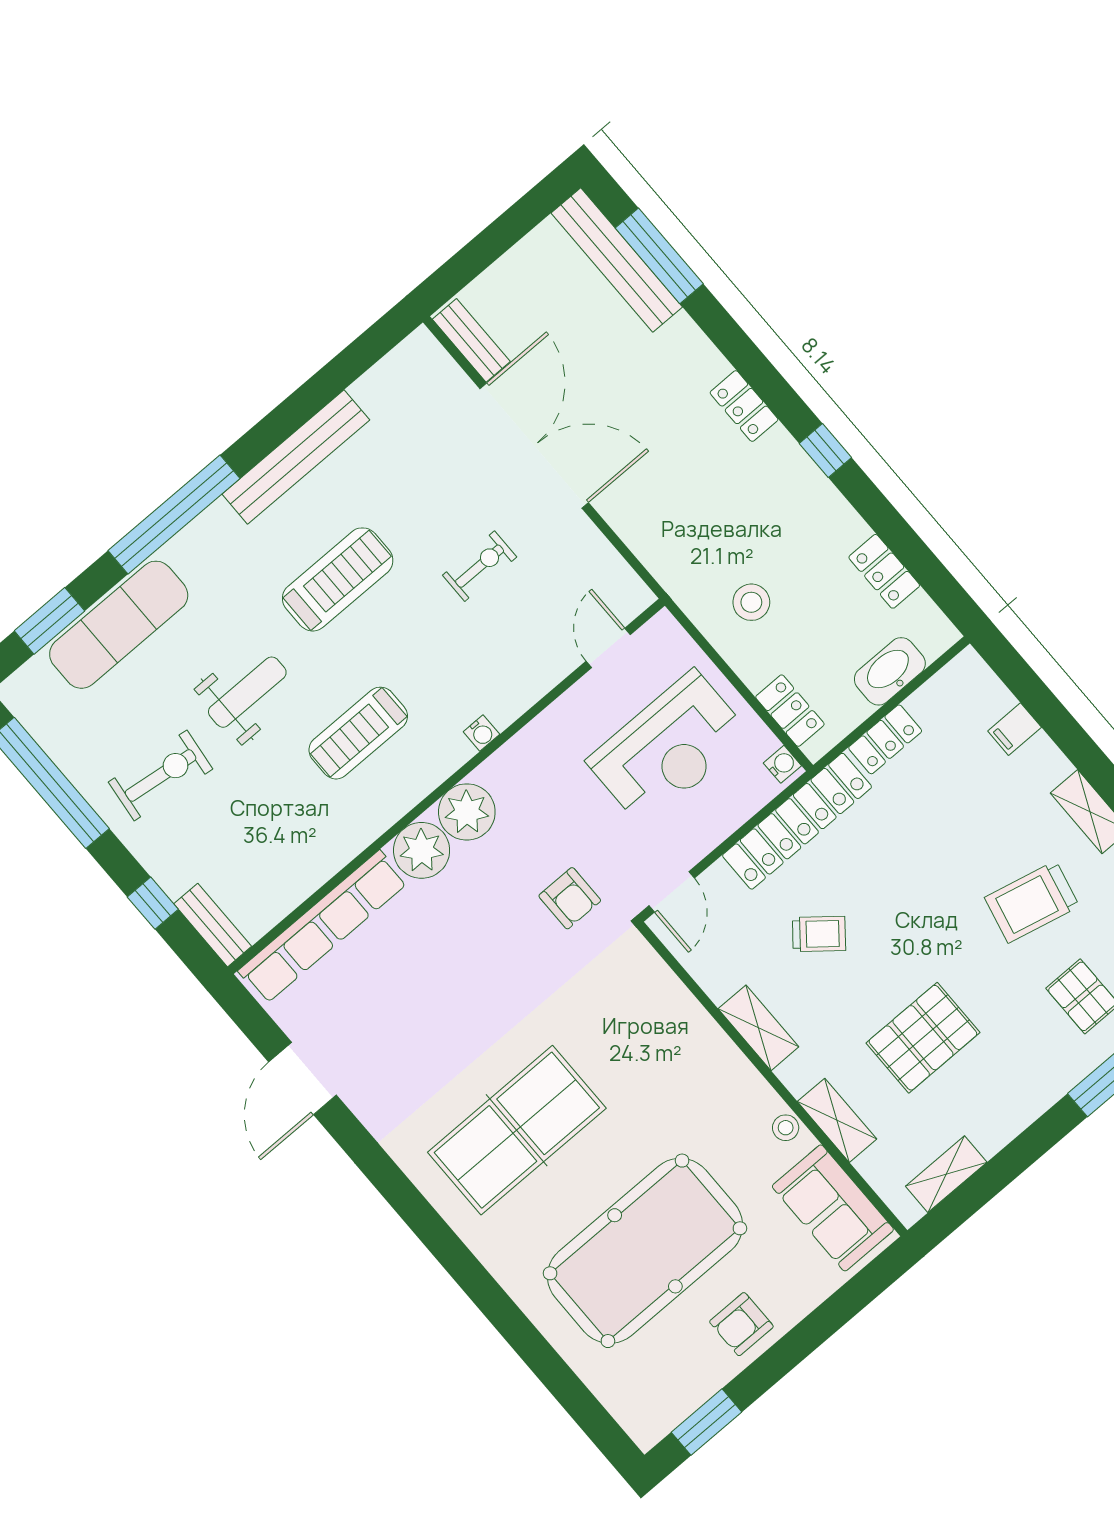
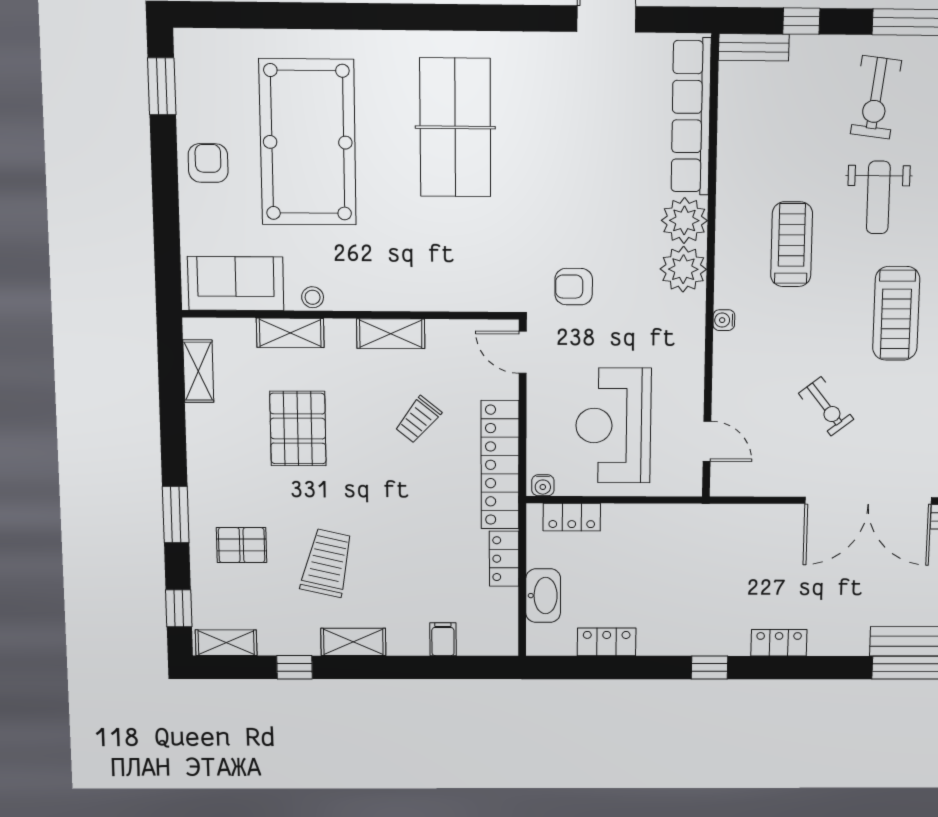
exercise bike: (480, 566) -> (826, 406), turned -38
stool: (751, 602) -> (658, 549), removed

